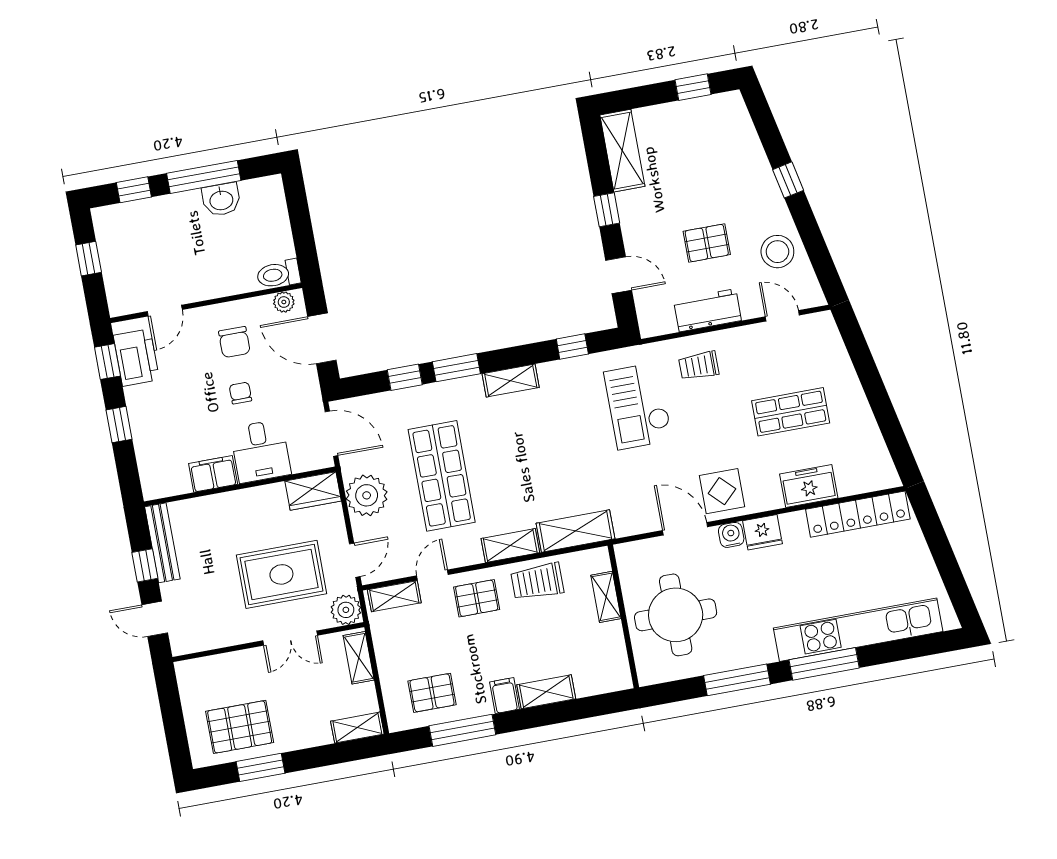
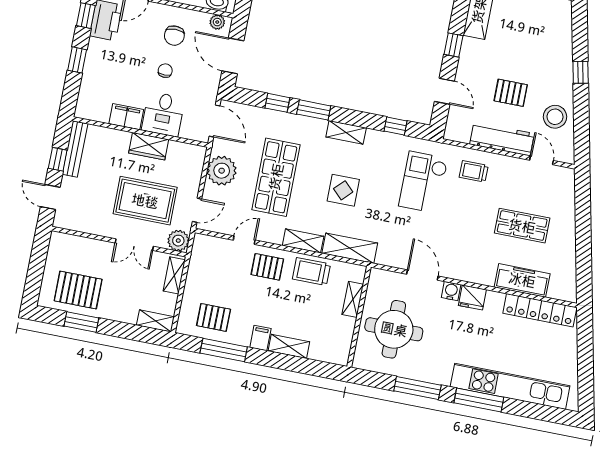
workbench: (707, 310) -> (502, 139), width x1.38
freezer: (809, 486) -> (522, 280), width x1.40
wardrobe: (313, 491) -> (149, 146), moved
display table: (722, 491) -> (343, 190), moved
shelving: (394, 596) -> (214, 244), removed

